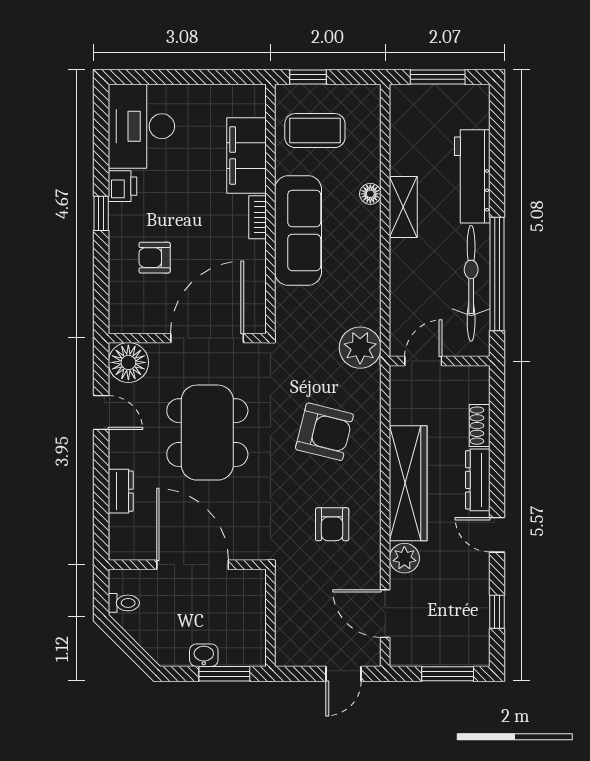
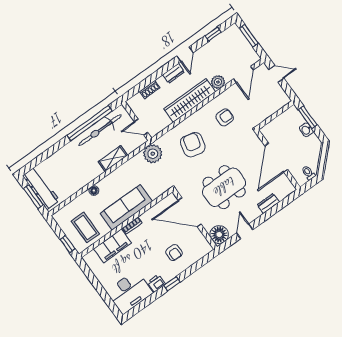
workbench: (472, 176) -> (41, 188), moved, turned -90
shelving: (403, 207) -> (113, 158), moved
dresser: (478, 480) -> (173, 73), width x0.70

